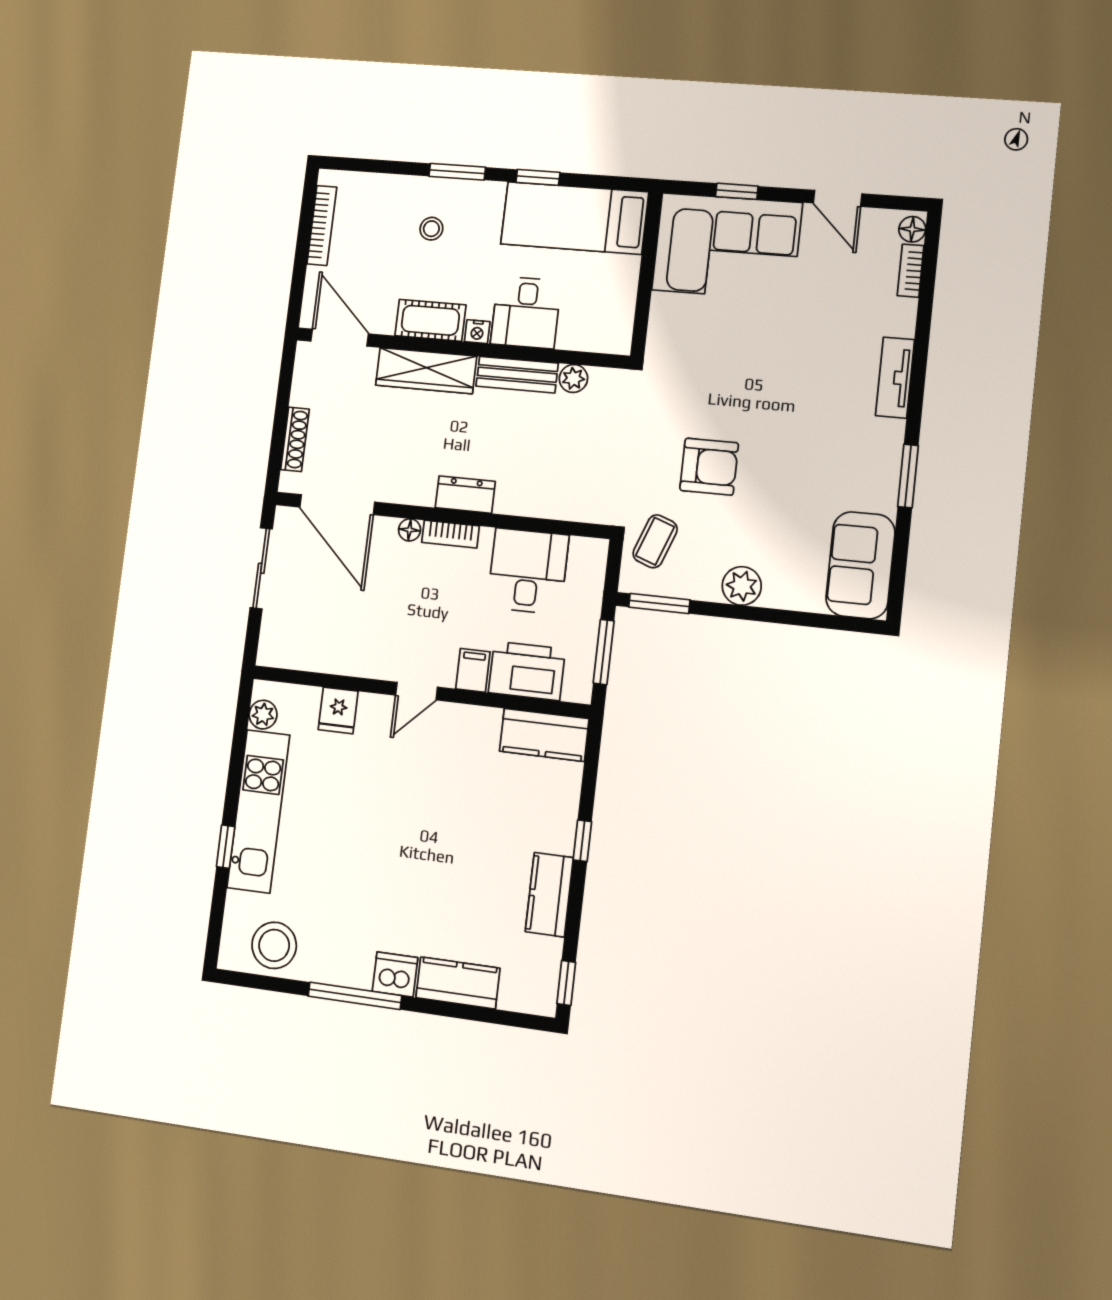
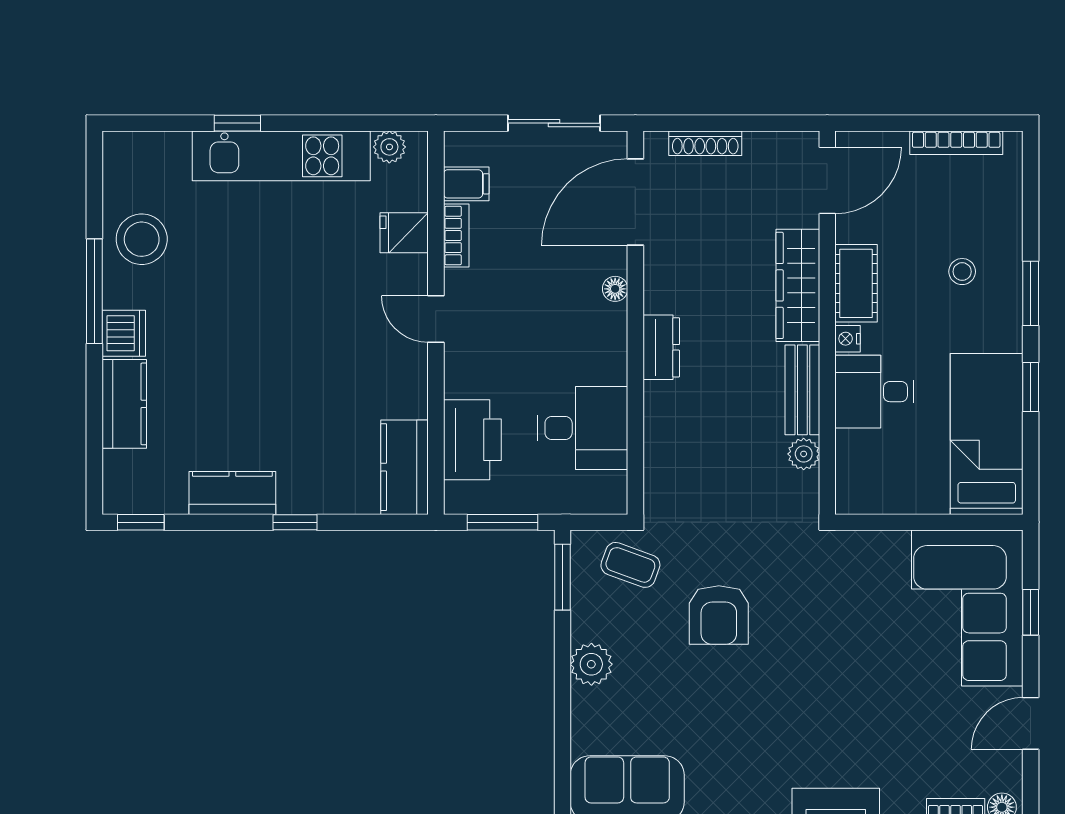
bookcase: (451, 534) -> (456, 236), moved, turned 180
filing cabinet: (473, 670) -> (466, 184), moved
stool: (274, 945) -> (142, 239), moved

